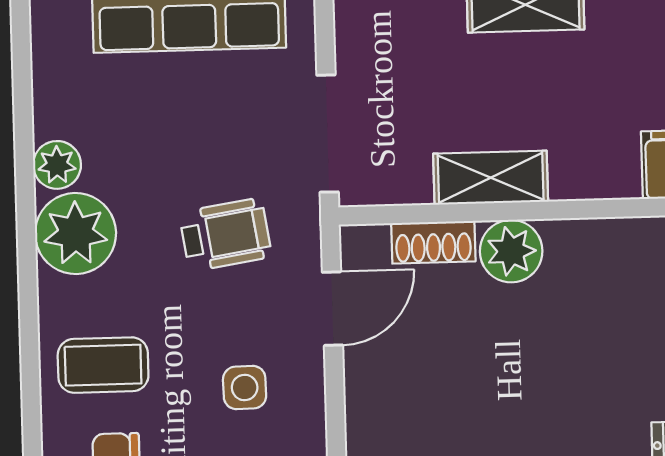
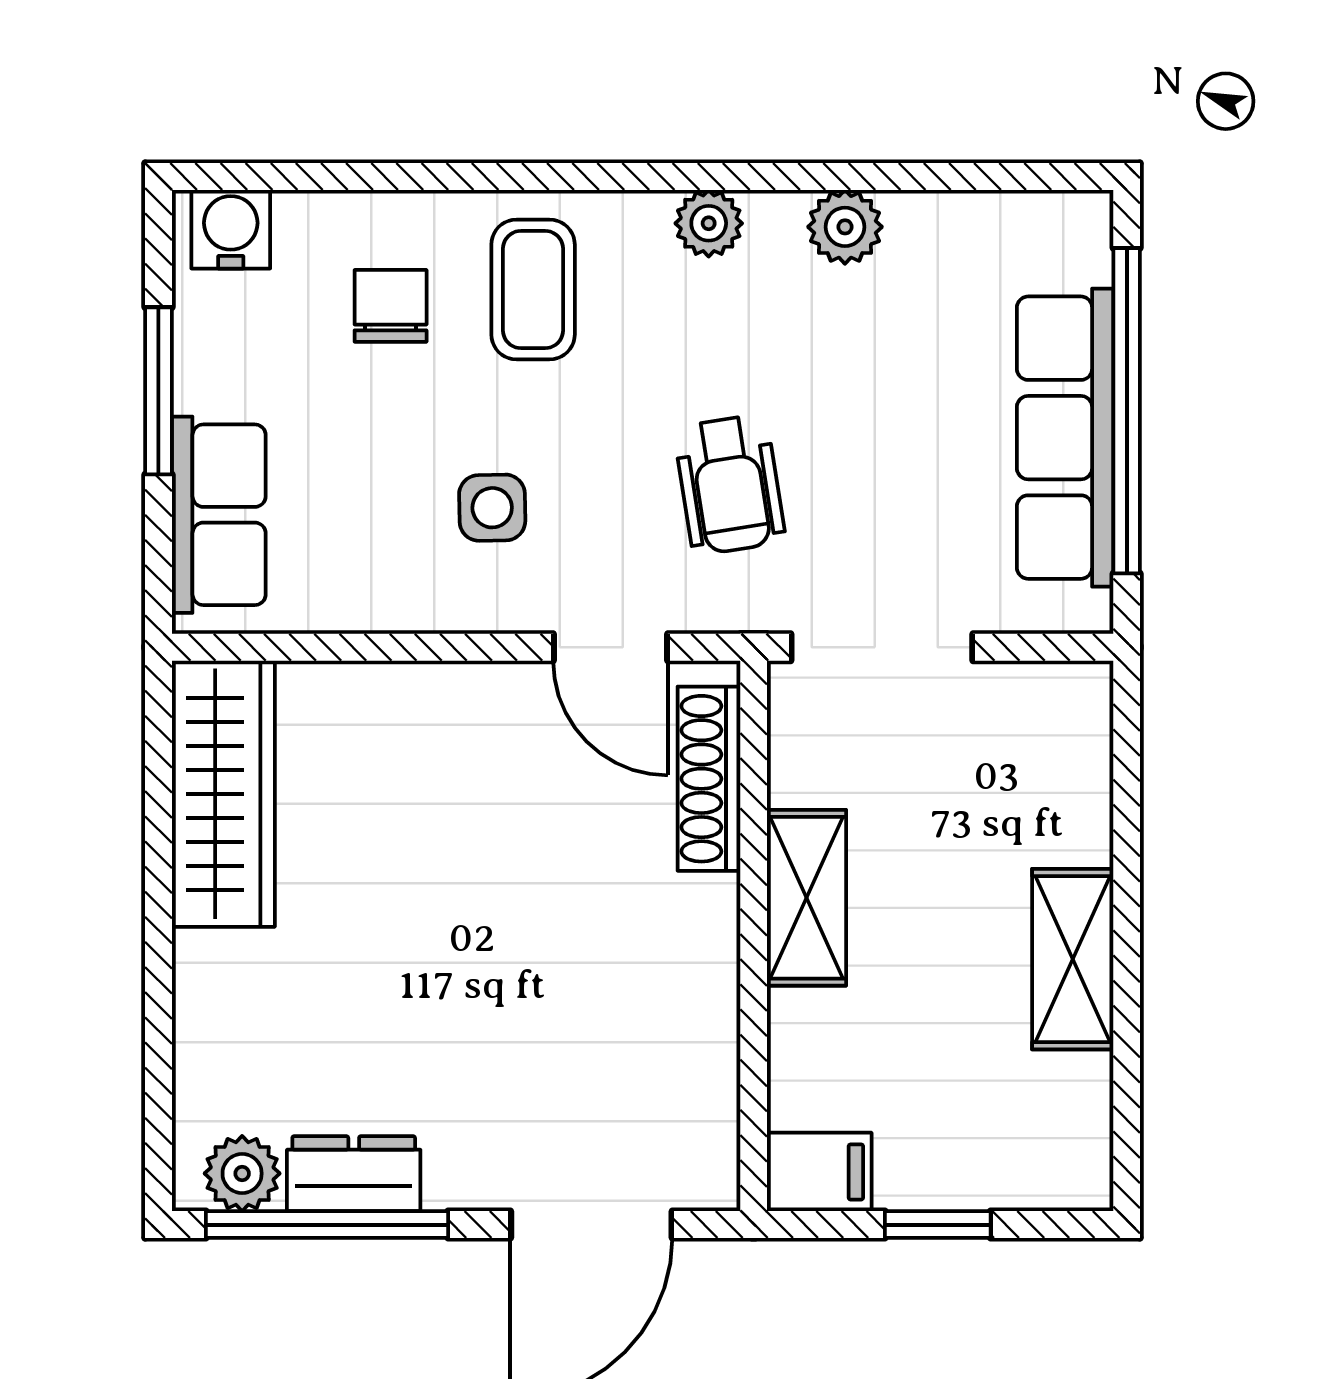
plant: (76, 234) -> (709, 223), width x0.53, depth x0.53
shoe rack: (433, 242) -> (709, 779), width x1.43
plant: (511, 251) -> (692, 926), removed

